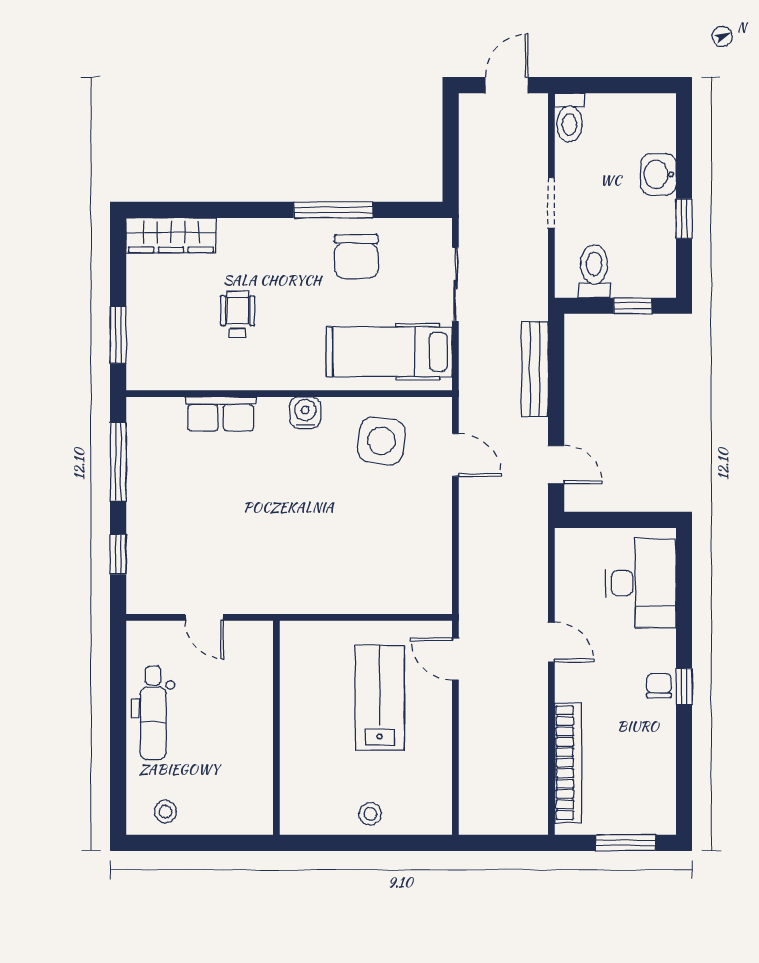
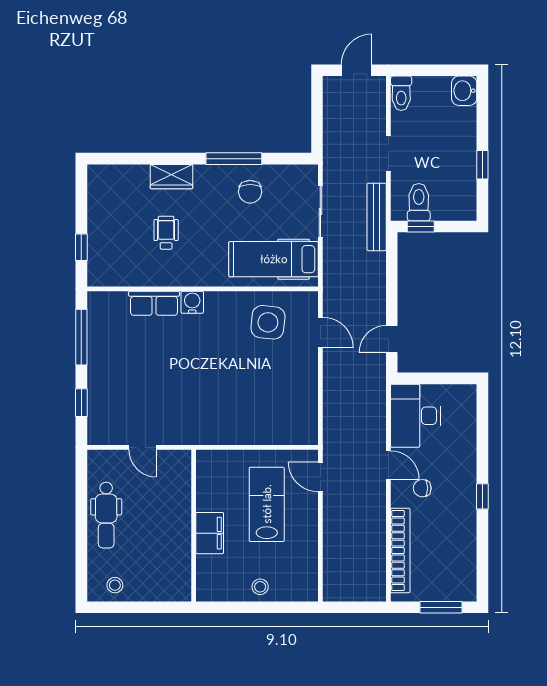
washbasin: (658, 174) -> (464, 91), moved
wardrobe: (171, 235) -> (171, 177), moved, width x0.67
chair: (356, 257) -> (250, 192), width x0.73, depth x0.73
window: (633, 306) -> (421, 227), moved
window: (118, 335) -> (81, 247), width x0.67
bench: (535, 369) -> (377, 217), moved
water cooler: (305, 413) -> (192, 302), moved
door: (556, 465) -> (392, 339), swing flipped
desk: (641, 583) -> (416, 416), moved, turned 180
chair: (659, 686) -> (422, 488), moved, turned -90
filing cabinet: (299, 738) -> (210, 533), added

